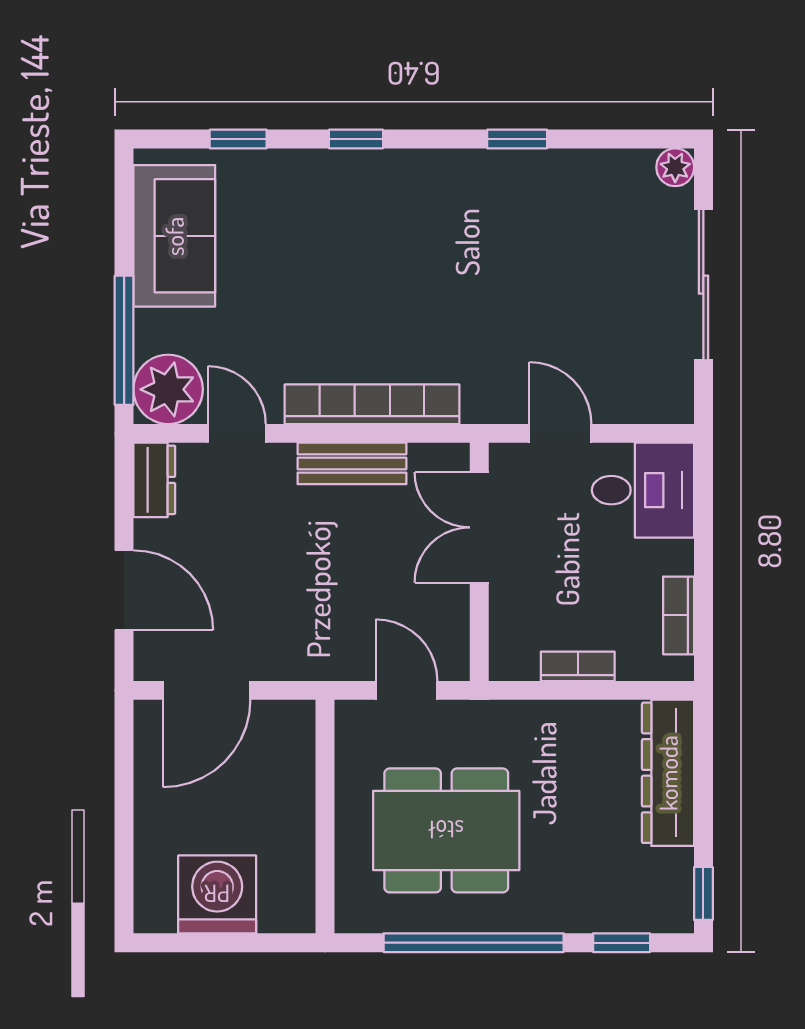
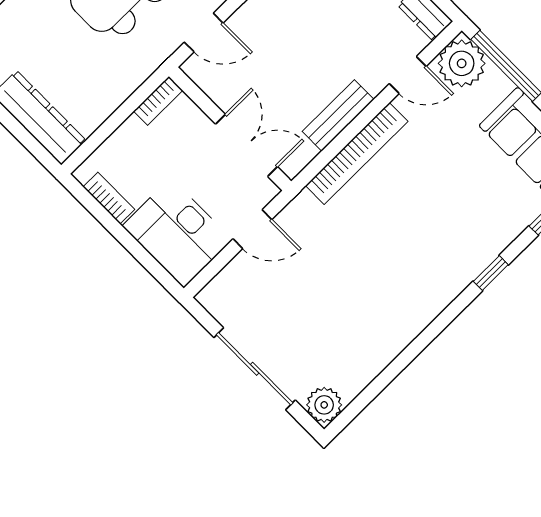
window: (517, 139) -> (413, 350), removed
plant: (675, 167) -> (324, 405), width x1.38, depth x1.38
desk: (643, 490) -> (177, 233), width x1.37
bookcase: (578, 666) -> (158, 101), moved

